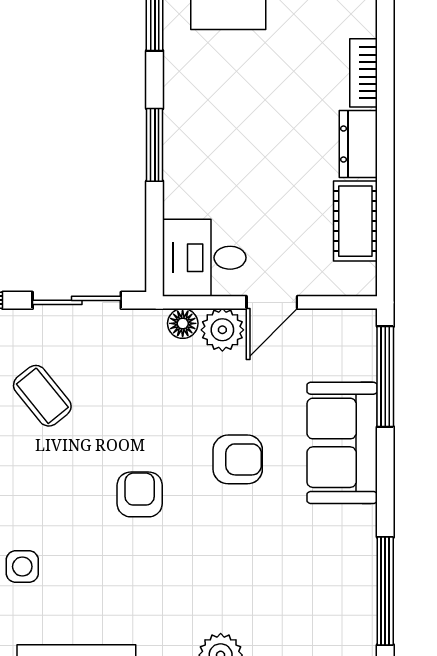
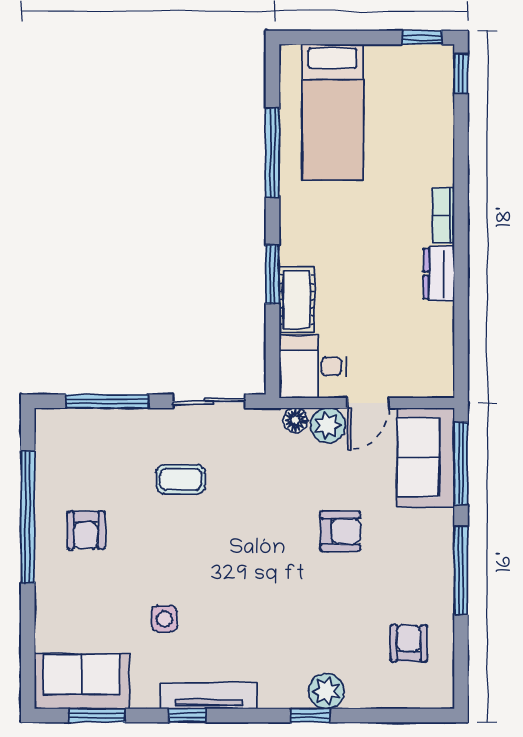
cot: (355, 221) -> (297, 300), moved
coffee table: (42, 396) -> (181, 479), turned -51
sofa: (342, 443) -> (426, 458), moved
armchair: (140, 494) -> (409, 643), moved
window: (385, 591) -> (461, 570), moved

